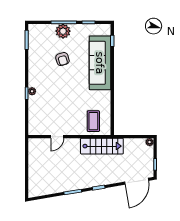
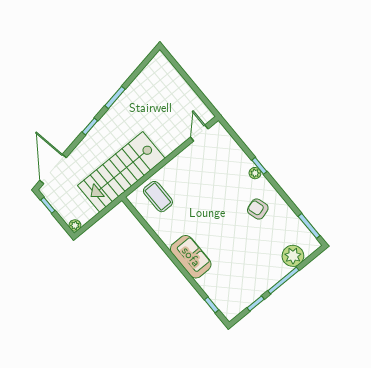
plant: (63, 31) -> (293, 256), moved
armchair: (62, 59) -> (258, 209), moved
sofa: (100, 63) -> (191, 257), width x0.54, depth x0.79
door: (57, 137) -> (199, 133), moved
stairs: (102, 146) -> (121, 172), width x1.36, depth x1.51

